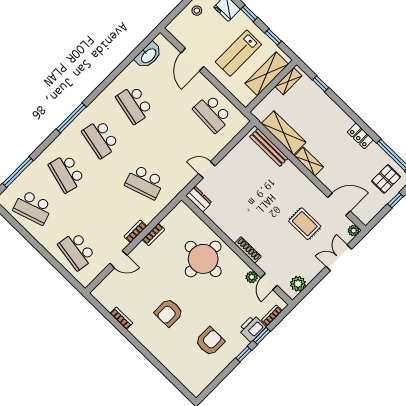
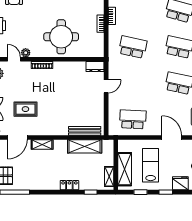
locker: (360, 136) -> (69, 185), moved
shelving: (309, 161) -> (42, 144), moved
school desk: (145, 182) -> (133, 47), turned 30

